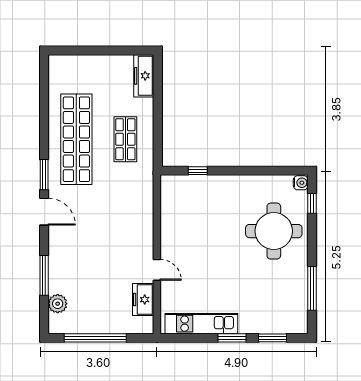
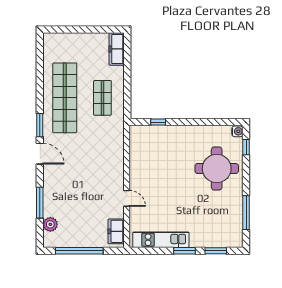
freezer: (143, 300) -> (116, 231), moved

